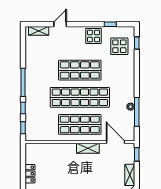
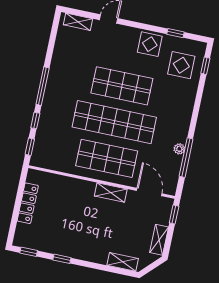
locker: (30, 174) -> (28, 203), width x1.53

